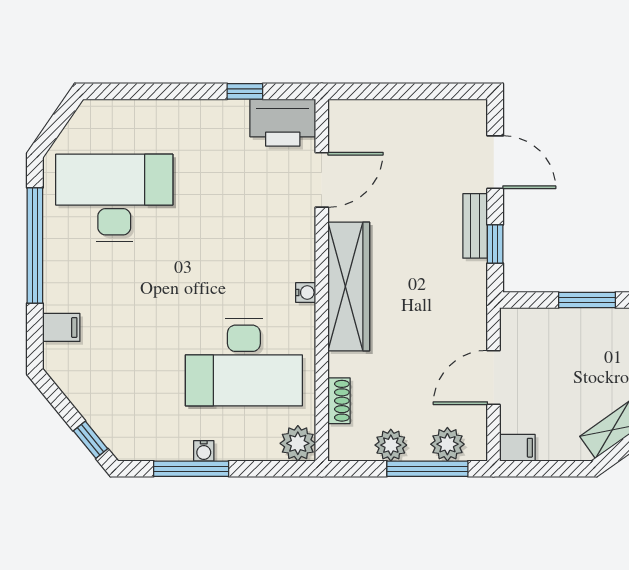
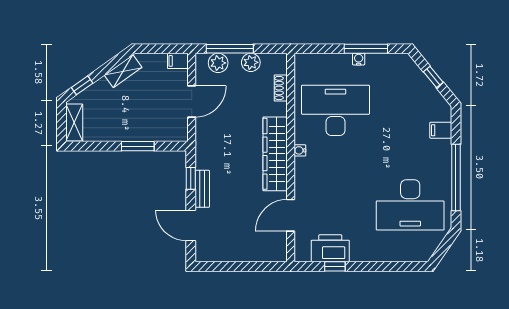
printer: (283, 123) -> (330, 248), moved
window: (91, 440) -> (433, 77), moved
plant: (298, 443) -> (304, 64), removed

